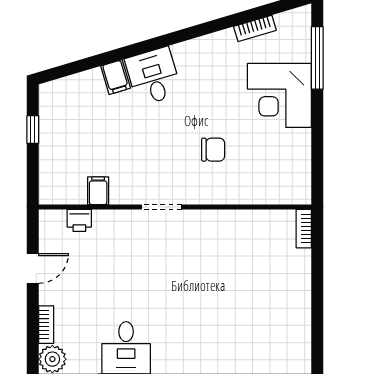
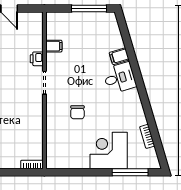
window: (33, 129) -> (89, 9), width x2.17
printer: (79, 220) -> (37, 59), moved

